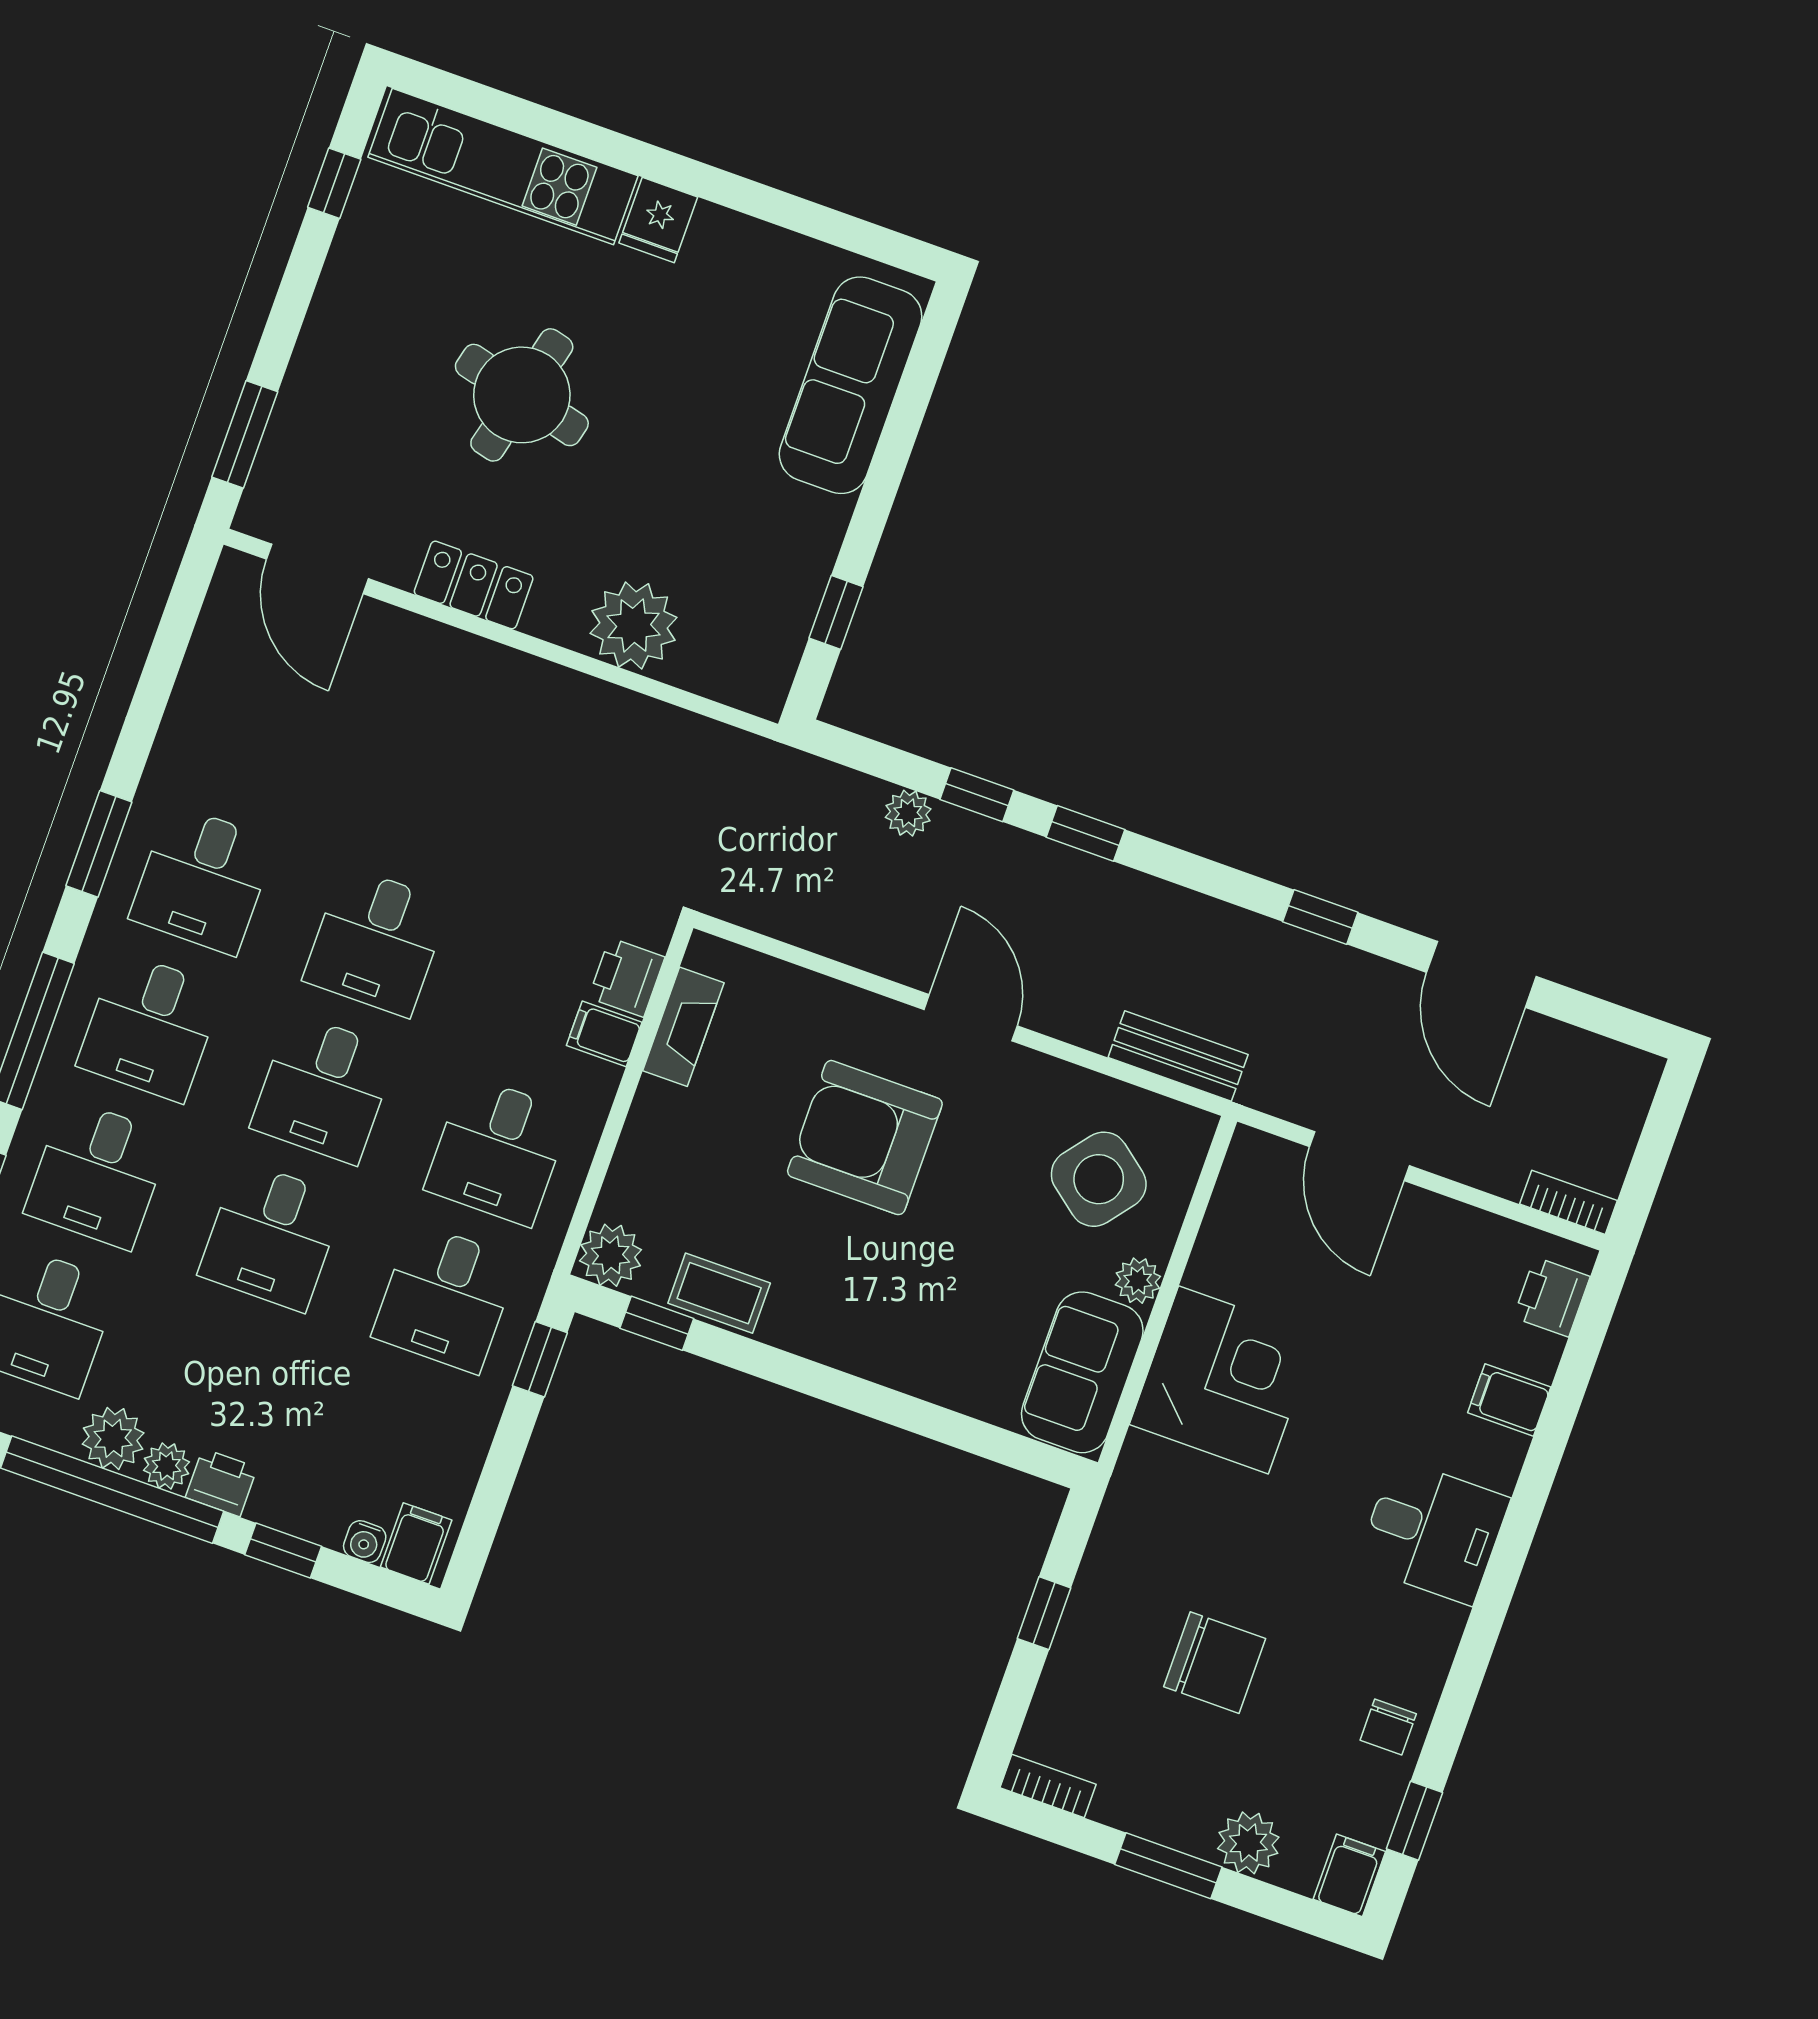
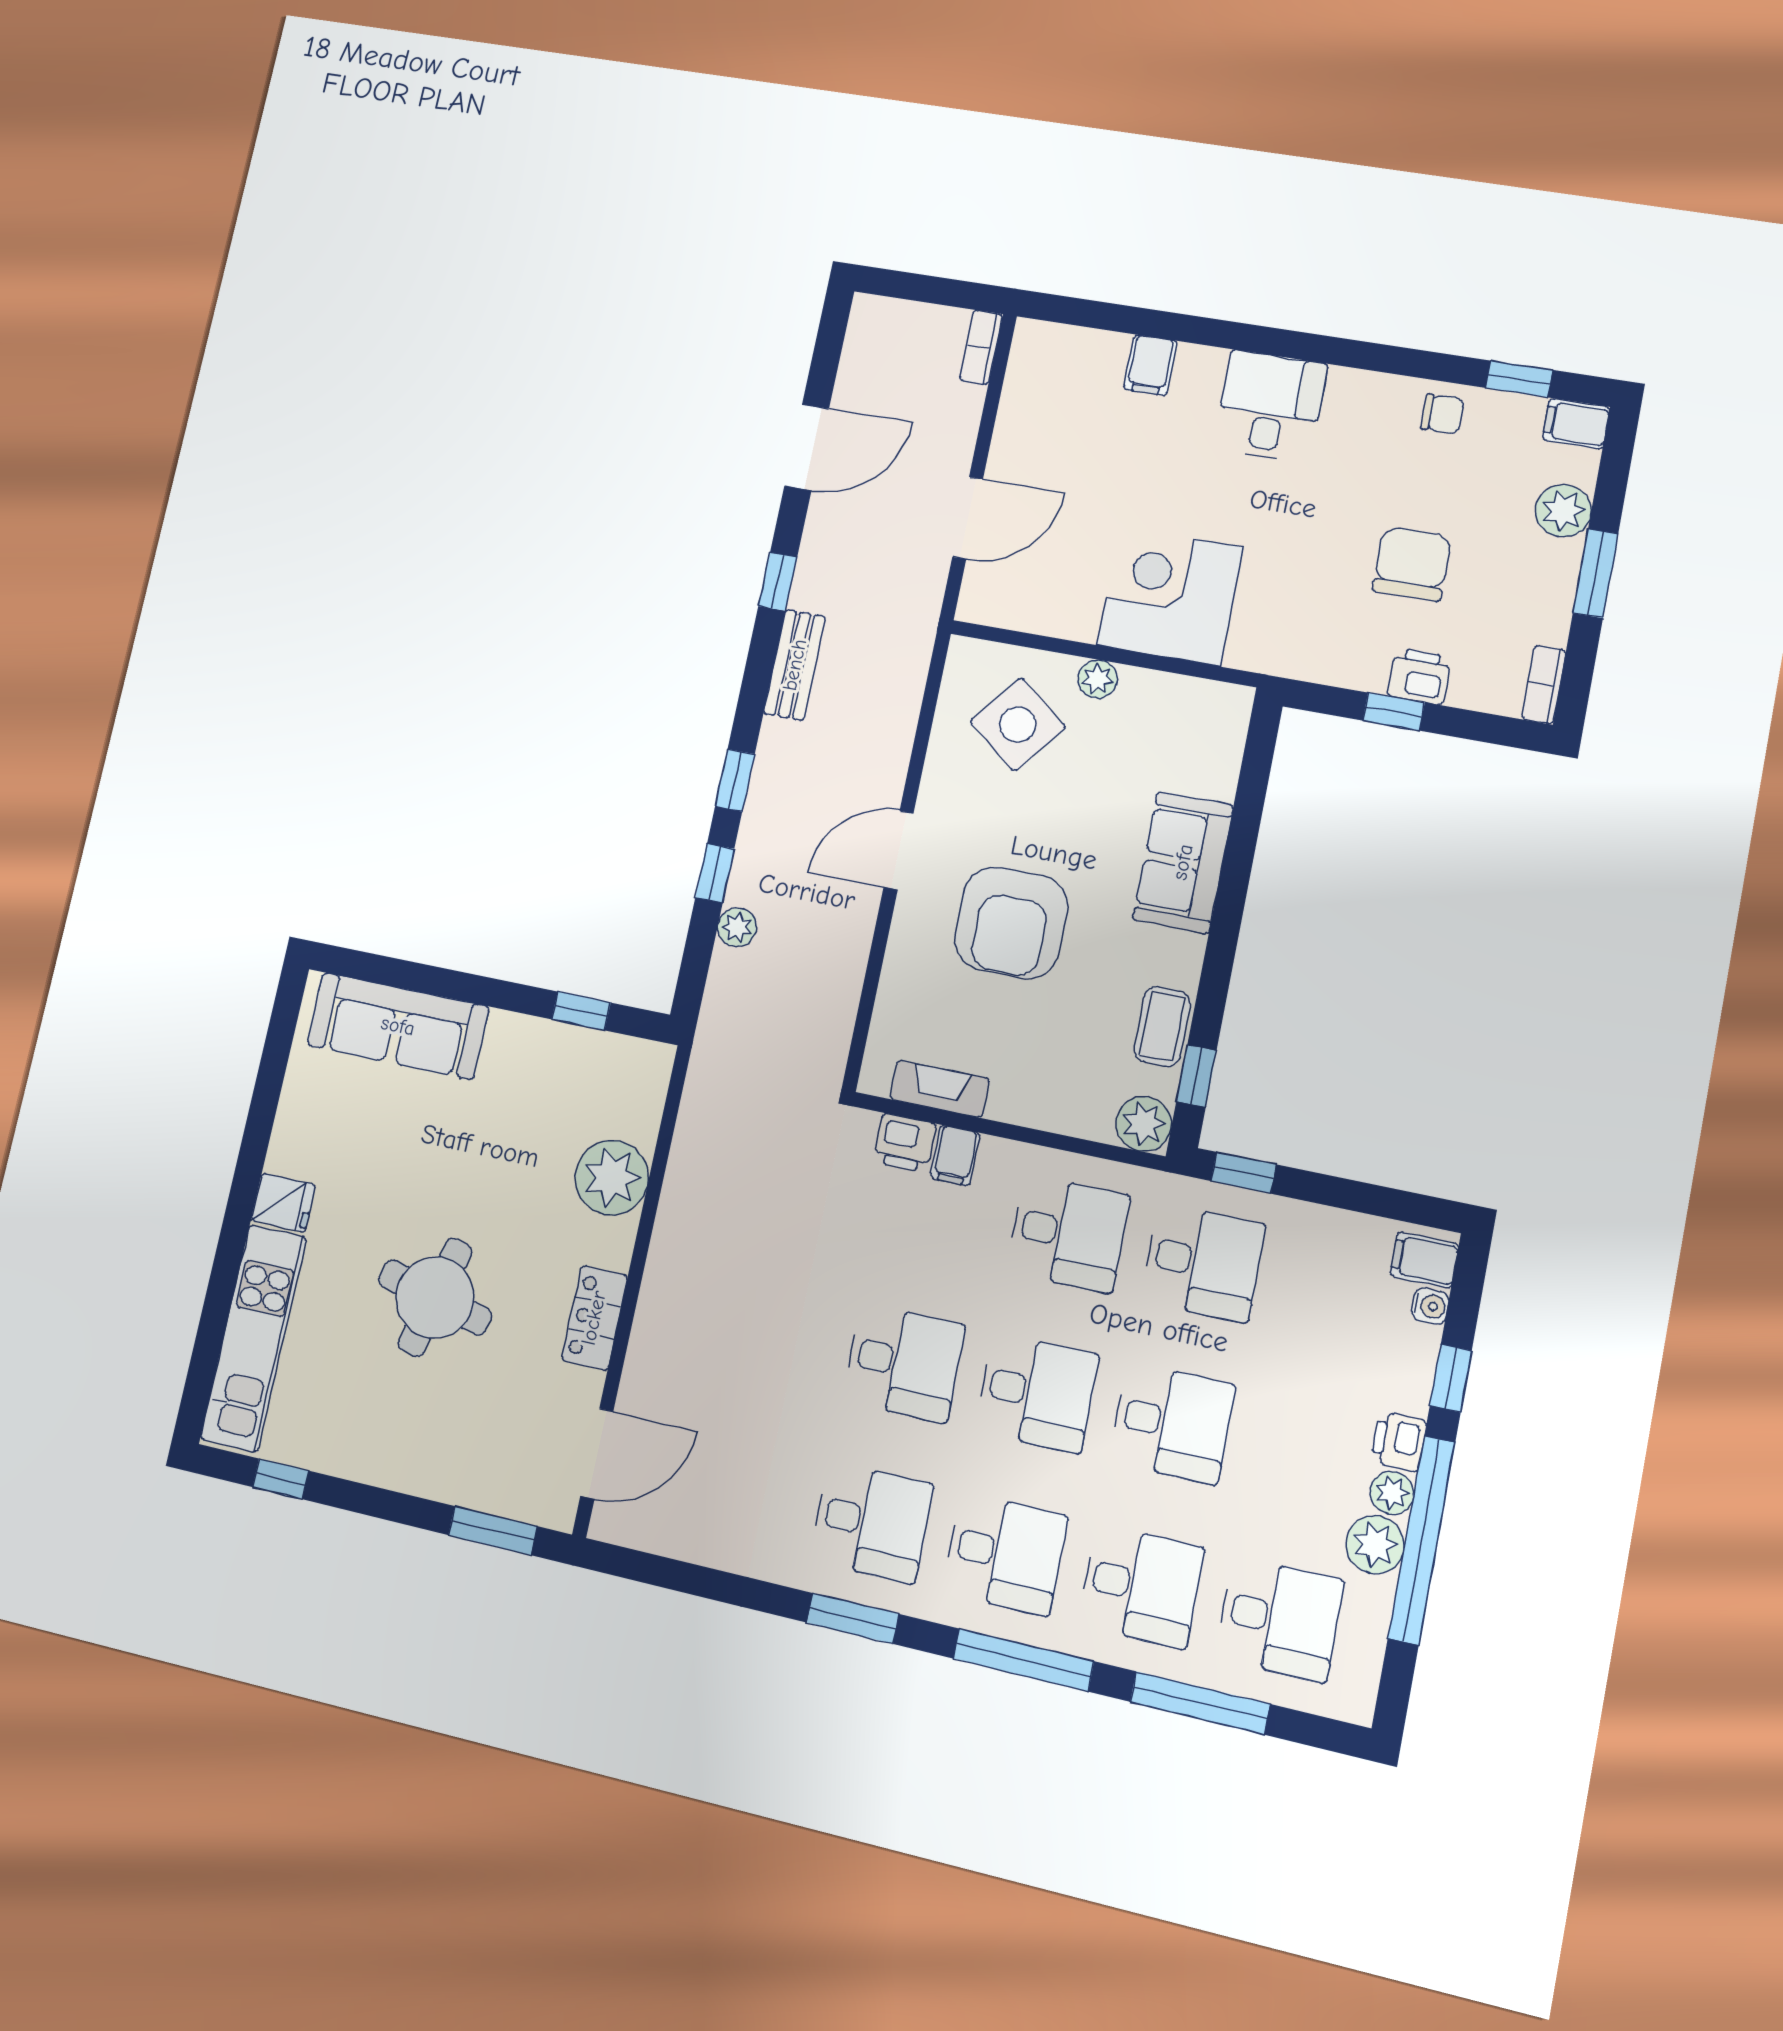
bench: (1178, 1056) -> (795, 665), moved
printer: (1552, 1297) -> (1419, 676), moved, turned 180
sofa: (1082, 1372) -> (1183, 862), moved, turned 90

